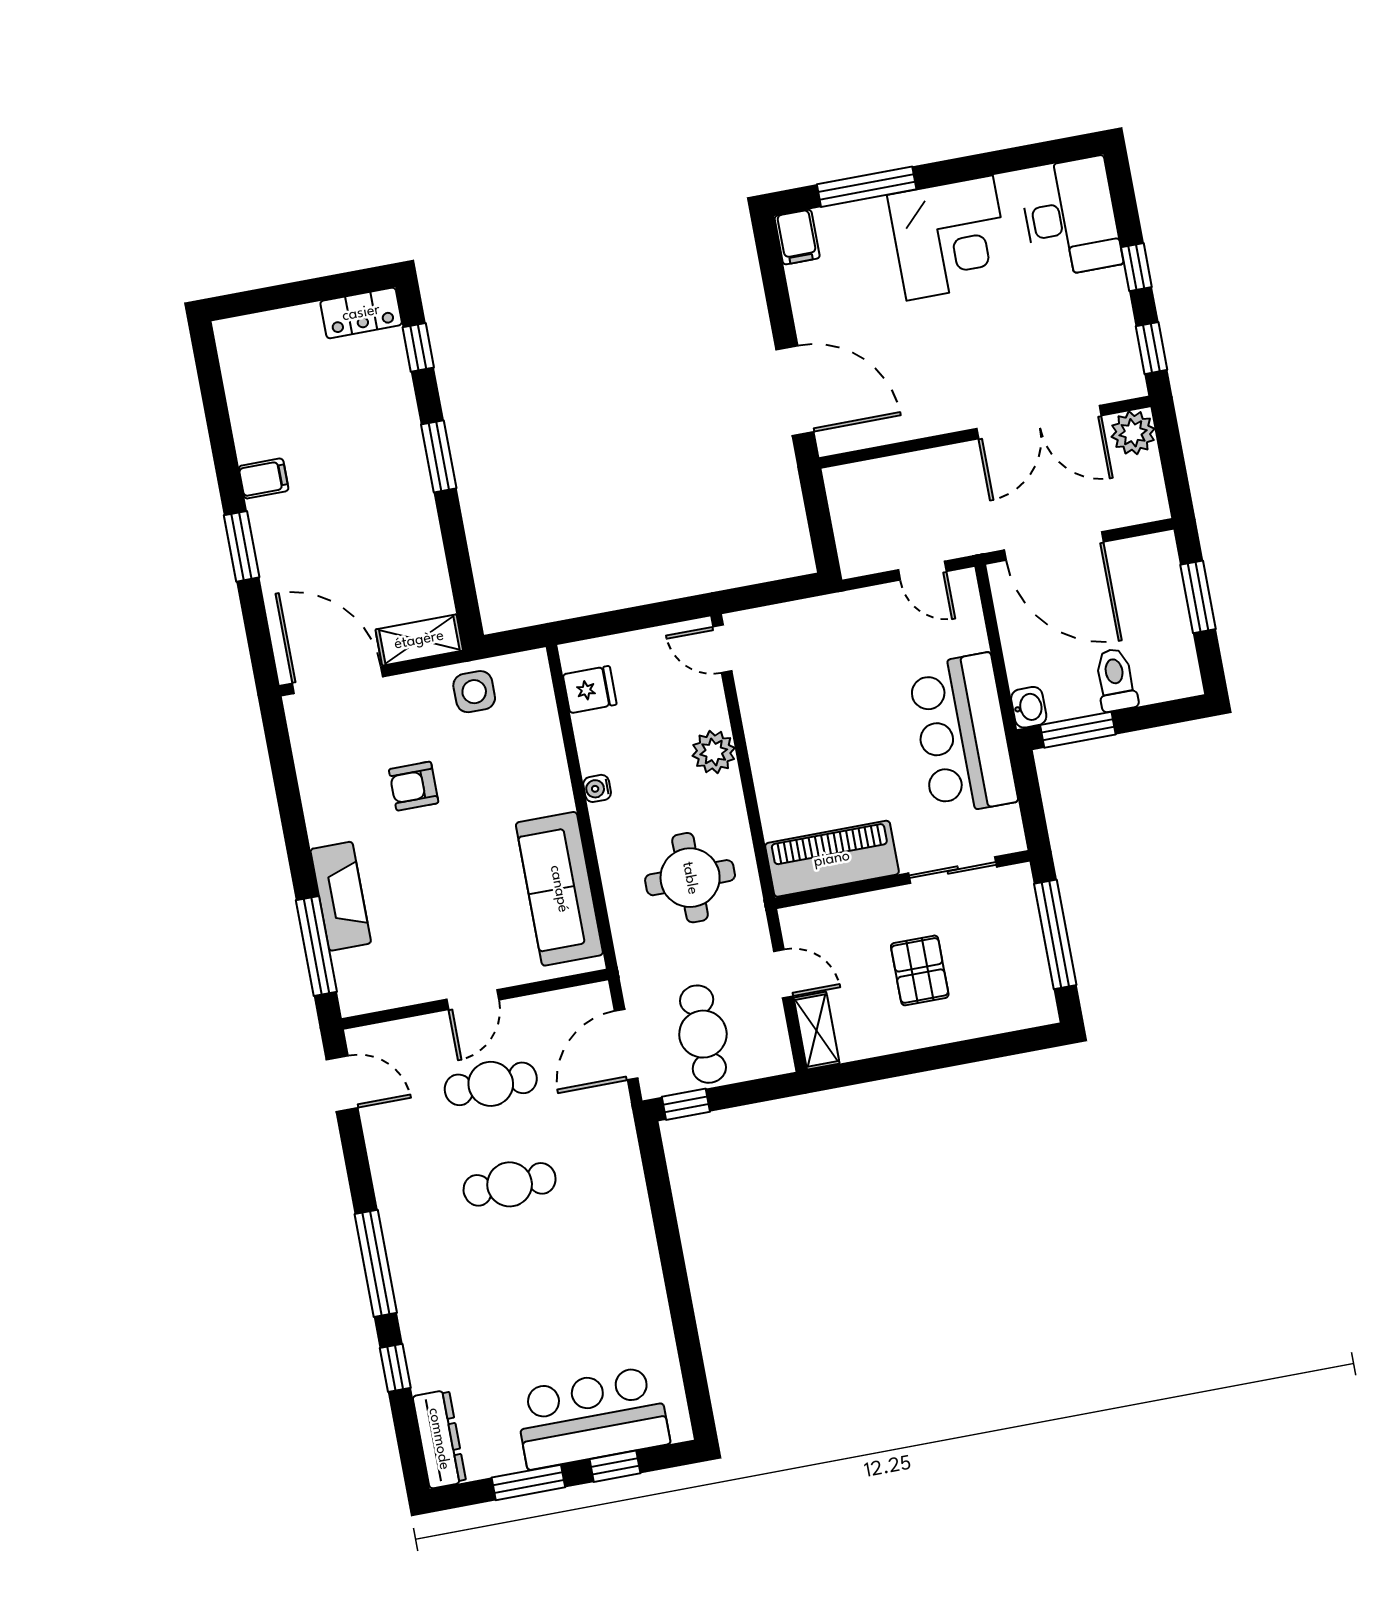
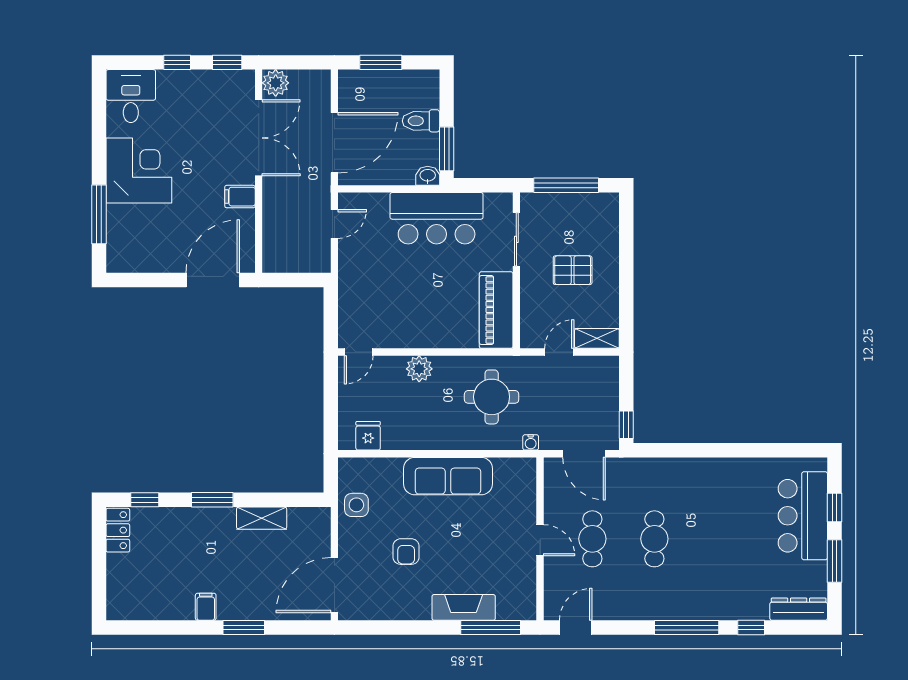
desk: (1071, 217) -> (131, 96), width x0.73
filing cabinet: (797, 237) -> (240, 197), moved, turned 180
shelving: (419, 640) -> (262, 518), moved, turned 90
water cooler: (597, 788) -> (531, 442), moved
sofa: (559, 889) -> (448, 476), moved
cafe table: (703, 1034) -> (586, 407), removed

